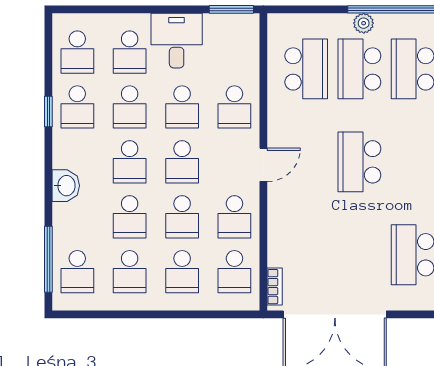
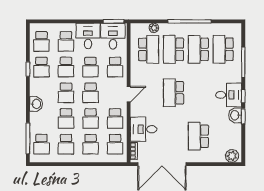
plant: (364, 23) -> (154, 28), moved
desk: (230, 41) -> (113, 36), added
desk: (295, 240) -> (144, 129), added

